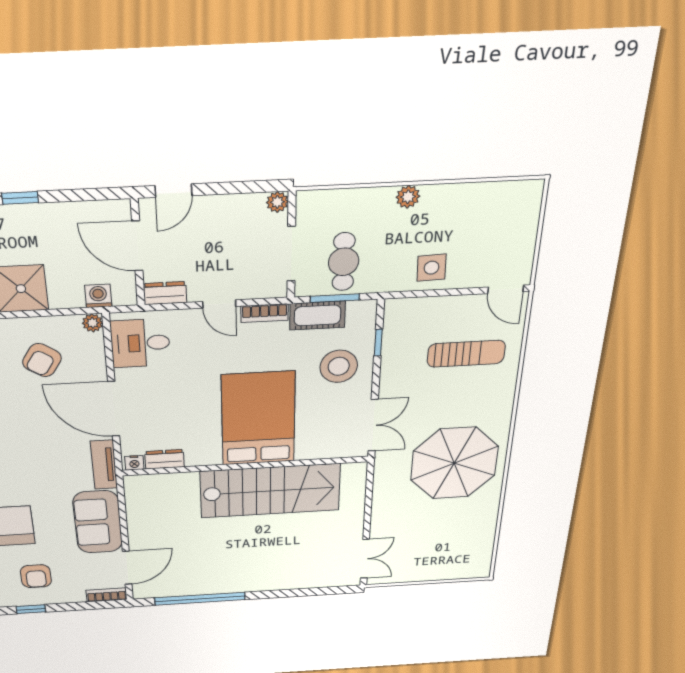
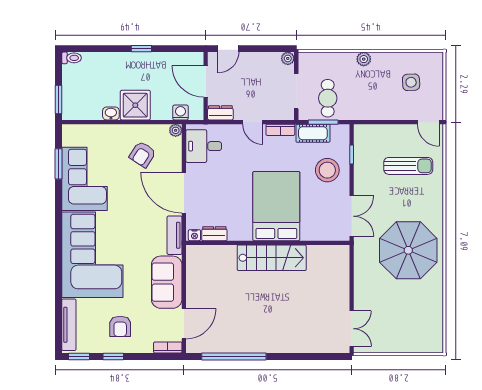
side table: (432, 268) -> (411, 82), moved
stairs: (270, 491) -> (272, 258), width x0.73, depth x0.66

